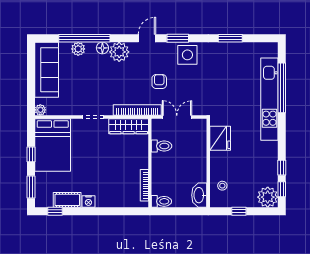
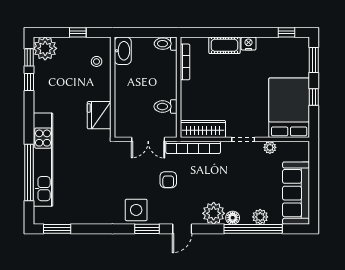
window: (230, 38) -> (57, 229), moved
plant: (40, 110) -> (270, 147), moved
cot: (67, 200) -> (224, 45), moved

